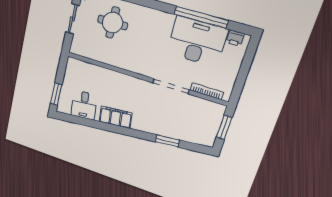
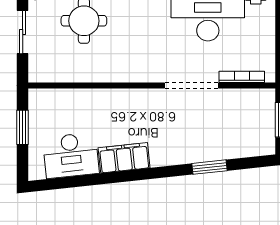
window: (56, 94) -> (23, 127), moved
desk: (84, 105) -> (71, 155), width x1.37

